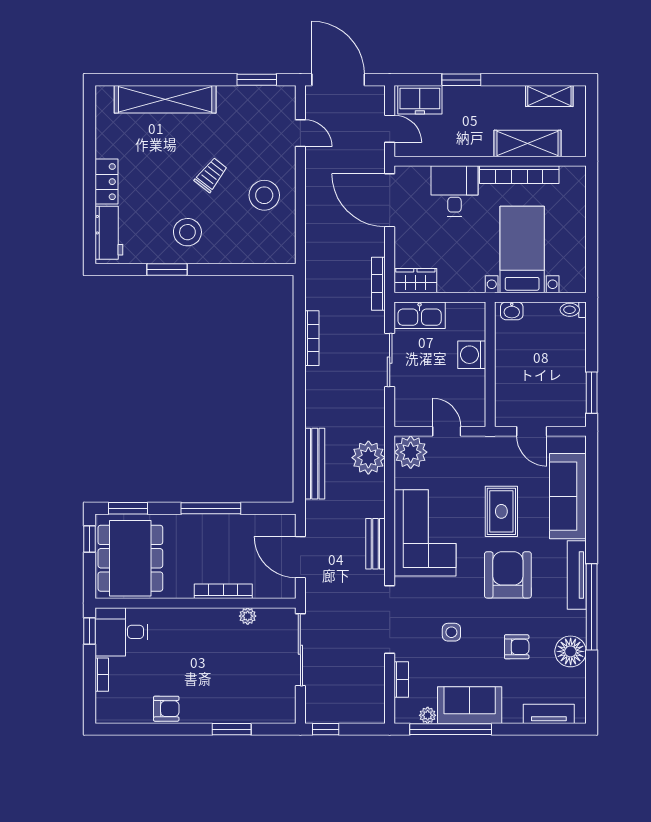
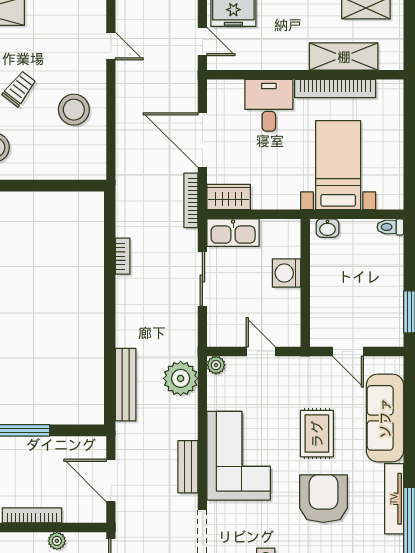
door: (390, 200) -> (202, 140), moved
bookcase: (312, 338) -> (123, 256), width x0.64
plant: (411, 452) -> (216, 365), width x0.53, depth x0.53

